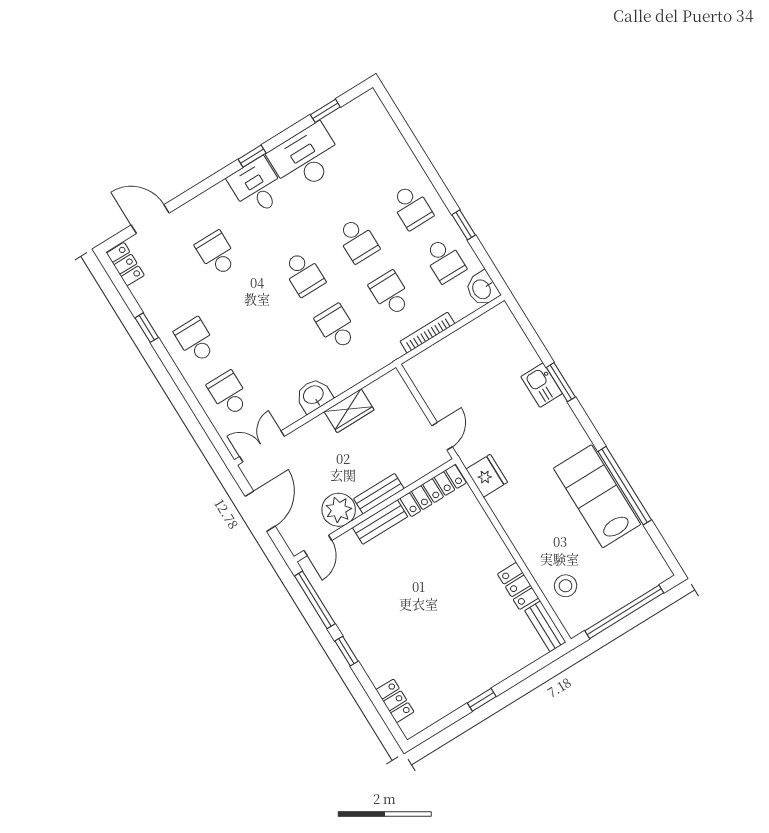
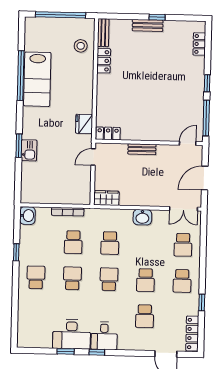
window: (325, 111) -> (66, 351), moved
school desk: (444, 260) -> (146, 280), moved, turned 180
locker: (125, 264) -> (192, 334), width x1.53
wardrobe: (349, 411) -> (106, 198), moved
locker: (433, 491) -> (108, 133), width x0.66
plant: (339, 510) -> (166, 154), removed
bench: (380, 522) -> (148, 25), moved

